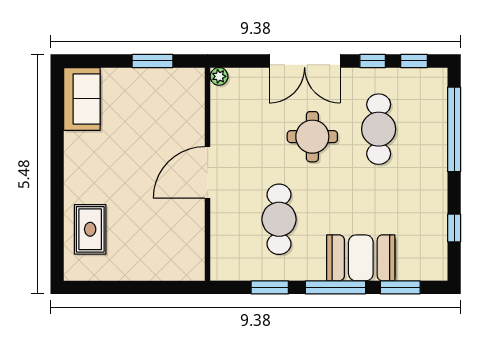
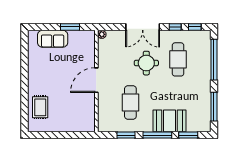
sofa: (82, 99) -> (53, 39), moved, turned 90
window: (454, 228) -> (214, 107), width x2.17

